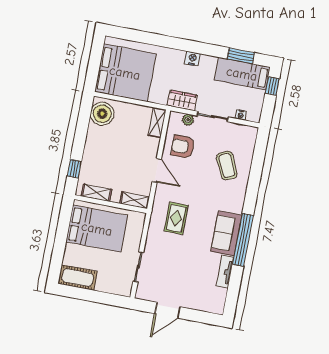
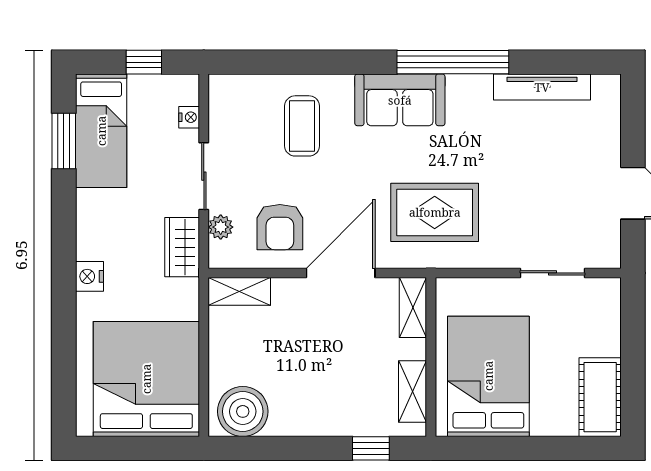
nightstand: (192, 59) -> (89, 276), moved
window: (272, 86) -> (144, 62), moved
coffee table: (227, 165) -> (302, 126), turned -65
door: (157, 170) -> (341, 273), width x1.36
rug: (176, 218) -> (435, 212), width x1.36, depth x1.43
sofa: (226, 233) -> (400, 100), moved
tv unit: (225, 272) -> (542, 87), width x1.41

